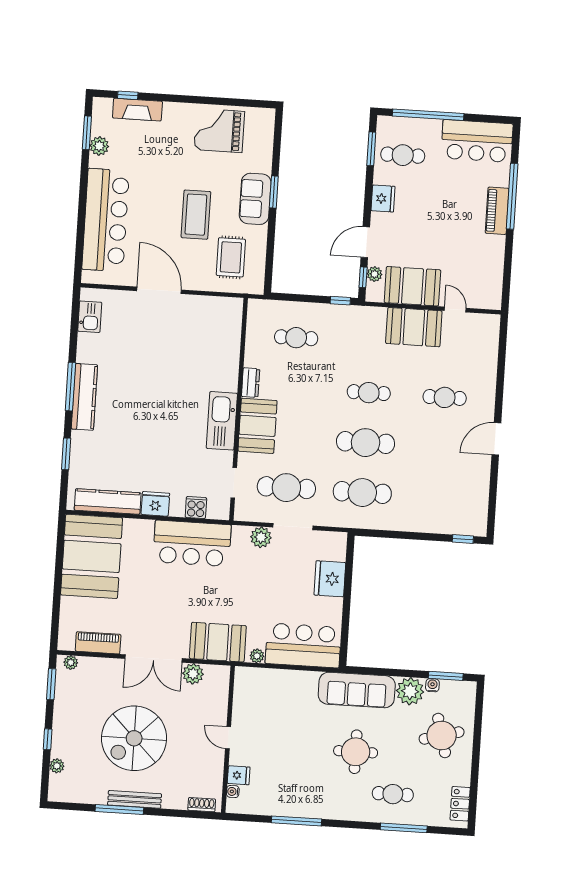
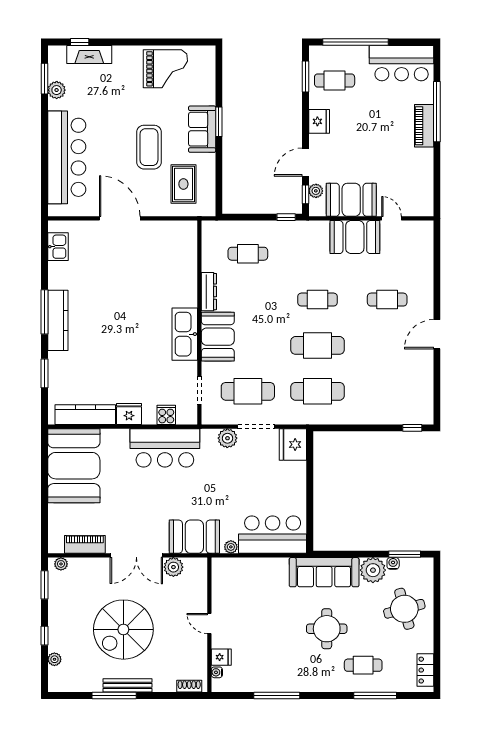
grand piano: (219, 131) -> (165, 69), turned 180
dresser: (251, 383) -> (209, 292), width x1.44
fridge: (330, 579) -> (293, 444), moved

